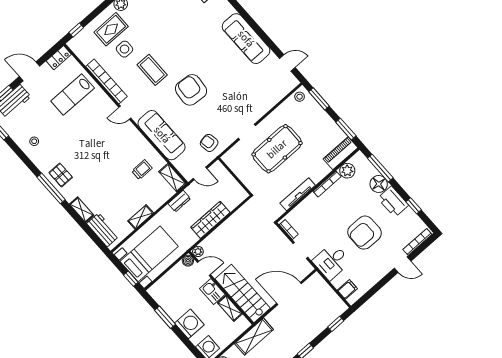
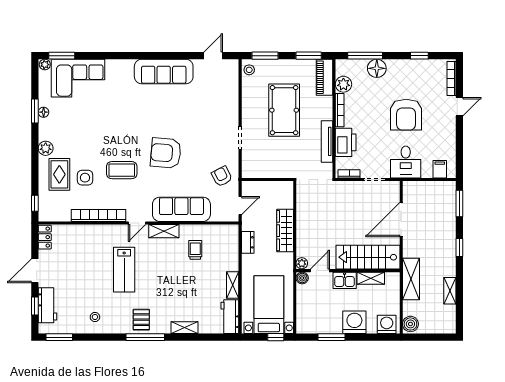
lab bench: (73, 95) -> (124, 270), moved
armchair: (209, 143) -> (222, 176), turned 73
pool table: (277, 149) -> (284, 110), moved
pallet: (61, 175) -> (141, 320), turned 90
shelving: (172, 178) -> (164, 231), moved
printer: (393, 202) -> (346, 142), moved, turned -90
workbench: (103, 230) -> (230, 317), moved, turned -90
window: (336, 324) -> (459, 203), width x1.50

